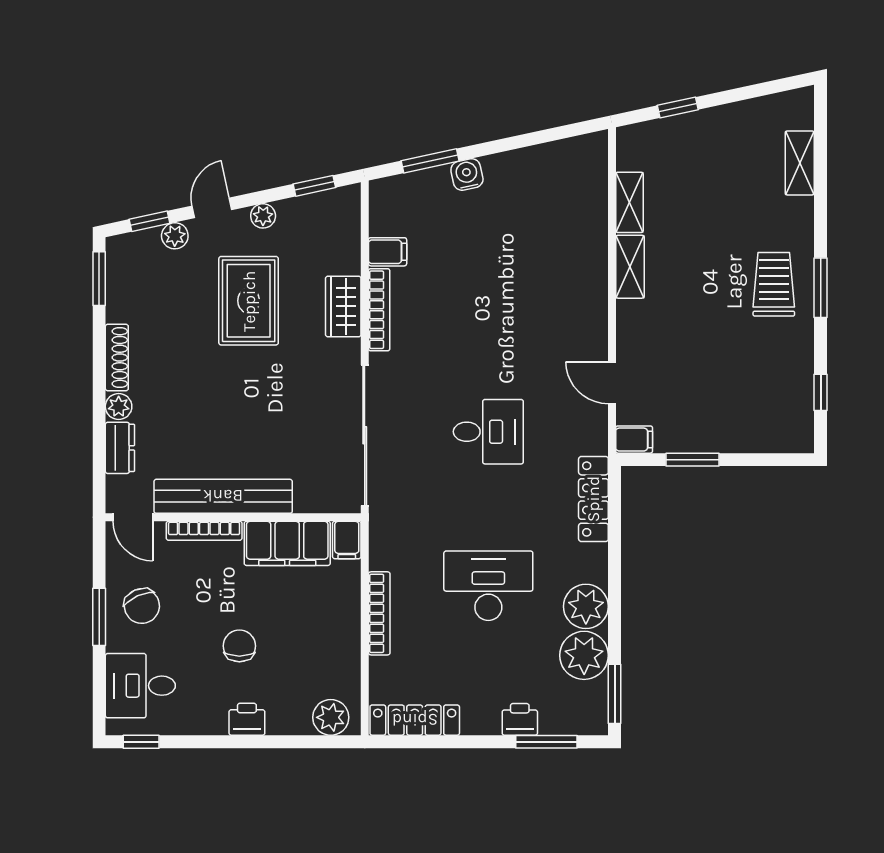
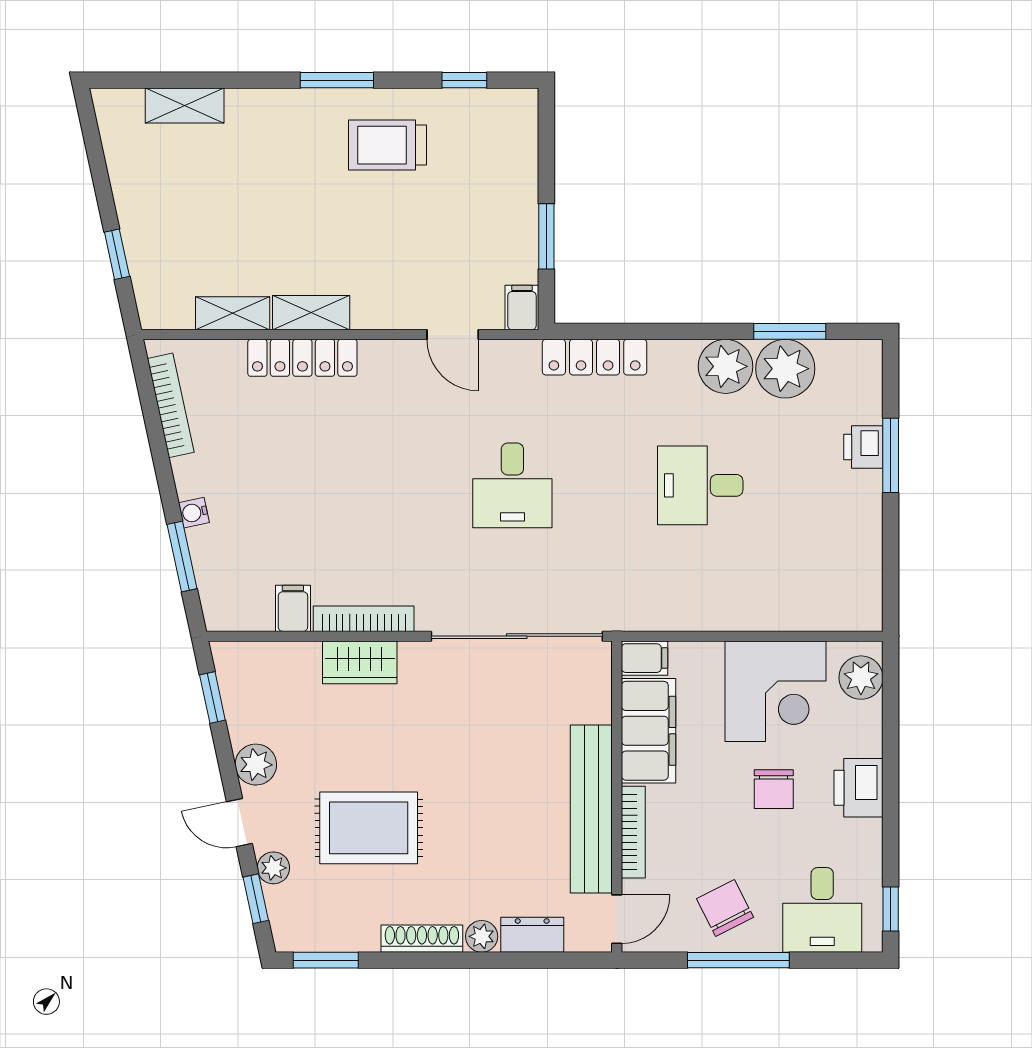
water cooler: (467, 175) -> (194, 513), width x0.72, depth x0.72
plant: (263, 216) -> (256, 765), width x1.38, depth x1.38
trolley: (774, 284) -> (387, 145), moved
rug: (249, 301) -> (369, 828), moved
door: (612, 383) -> (453, 335), hinge flipped
desk: (488, 432) -> (512, 485), turned 180
desk: (488, 586) -> (700, 485), width x0.73
chair: (142, 606) -> (725, 908), turned -93
bookcase: (379, 613) -> (171, 405), moved, turned 78
window: (99, 617) -> (738, 960), width x1.44
chair: (239, 646) -> (774, 789), turned -90
corner desk: (320, 647) -> (776, 691), added
window: (615, 694) -> (790, 331), moved
printer: (247, 719) -> (858, 788), width x1.36, depth x1.24
locker: (415, 720) -> (302, 358), moved, turned -90
window: (546, 742) -> (891, 455), moved

